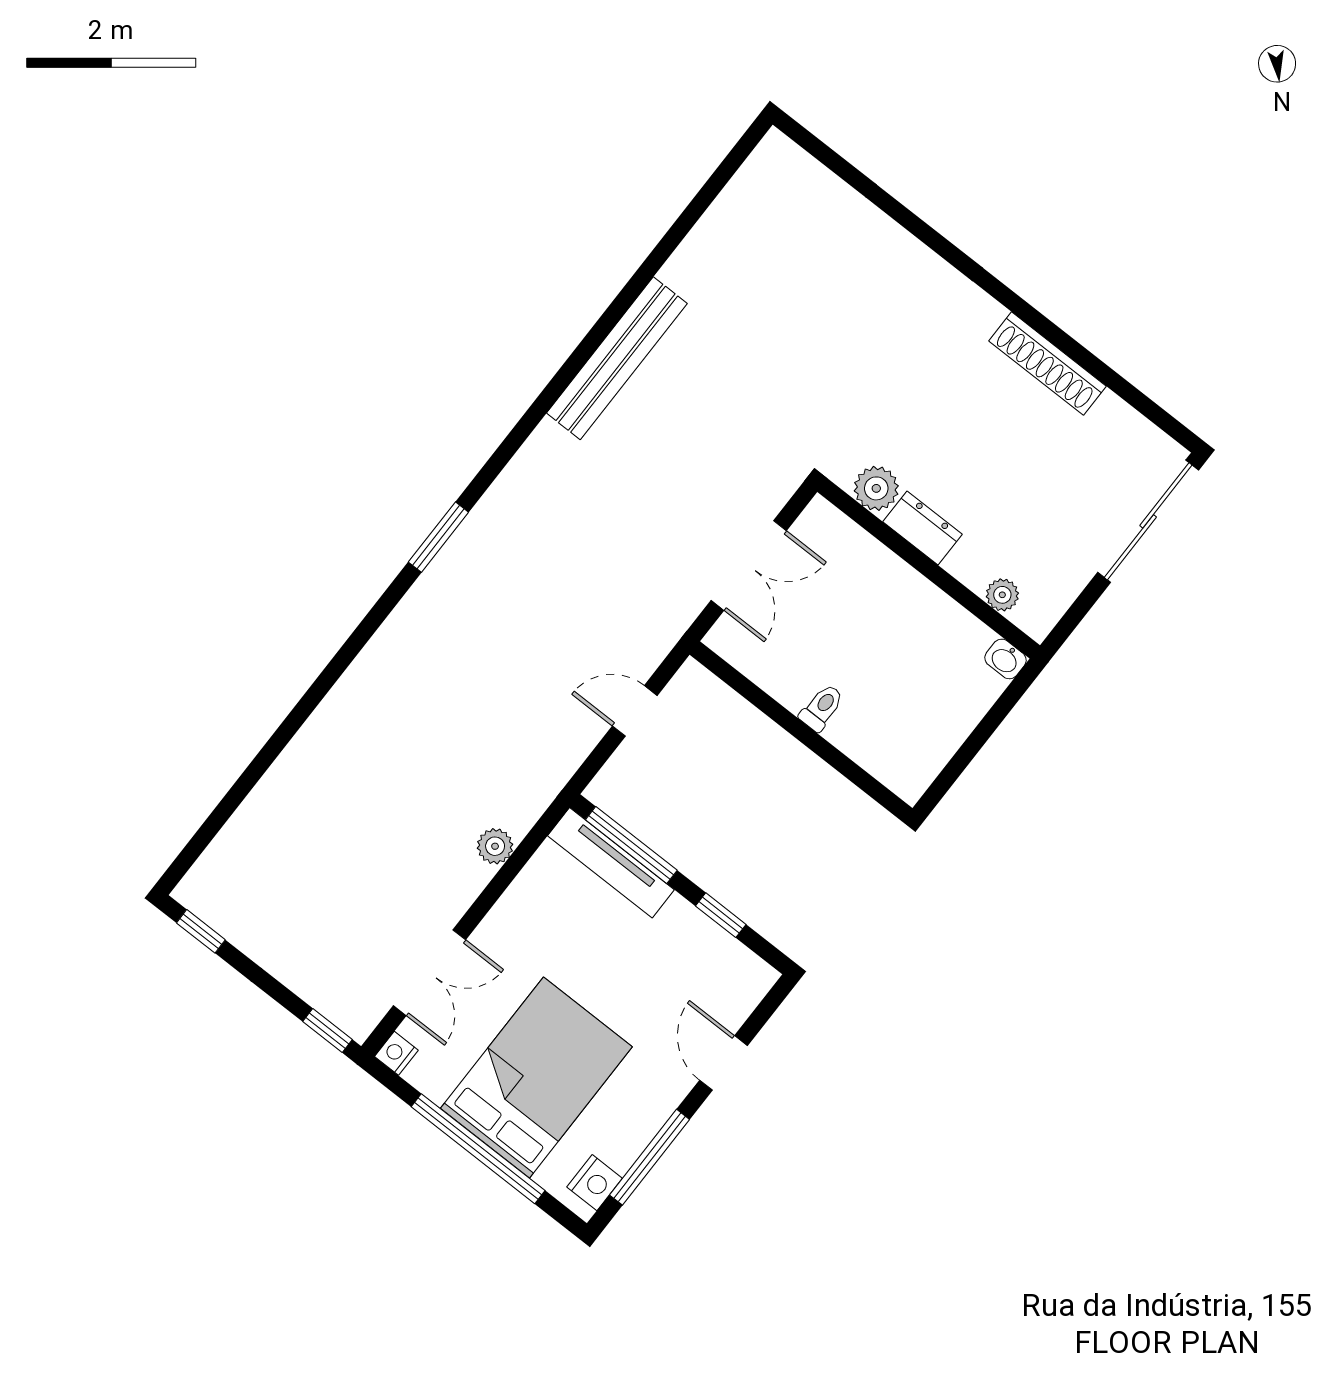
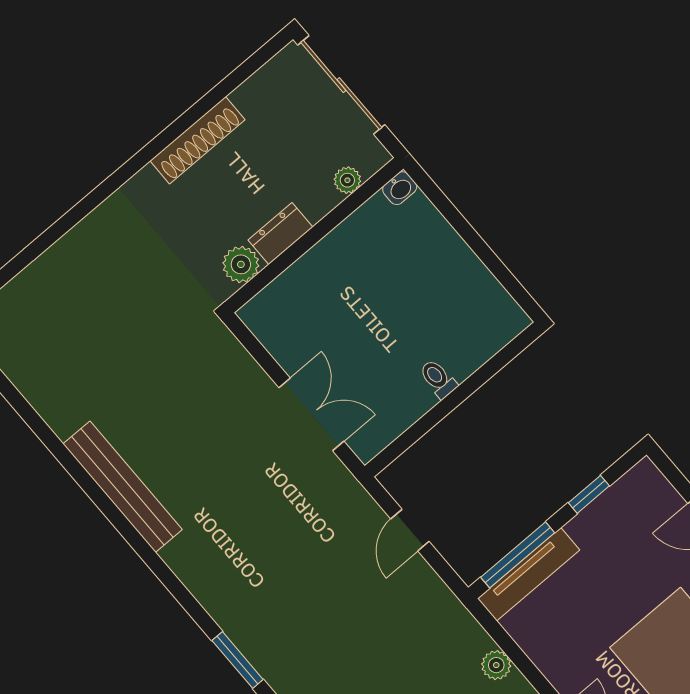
plant: (876, 488) -> (241, 264), moved
dresser: (923, 528) -> (280, 234), moved
wall: (929, 569) -> (314, 235), moved
plant: (1002, 595) -> (347, 180), moved
washbasin: (1005, 659) -> (400, 188), moved

